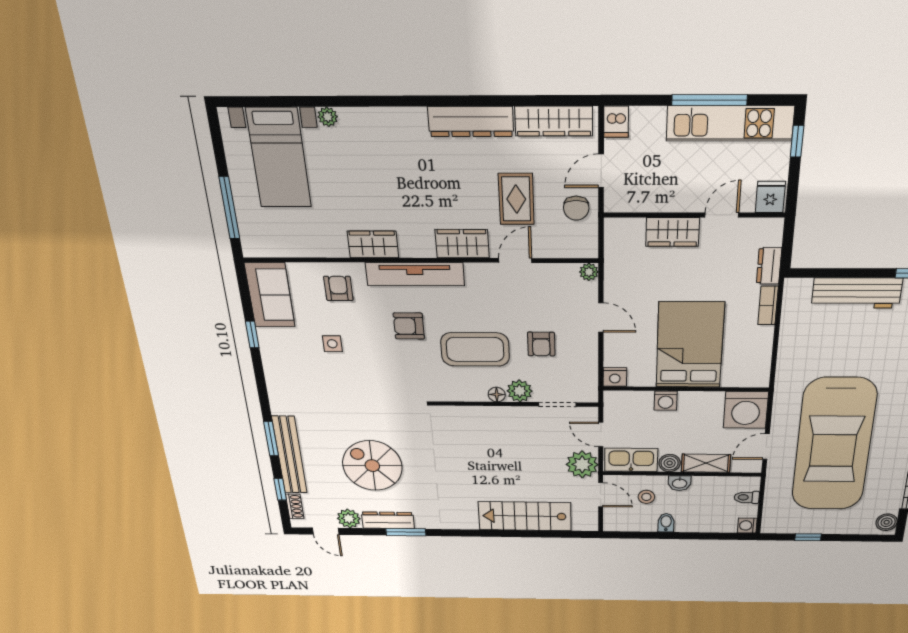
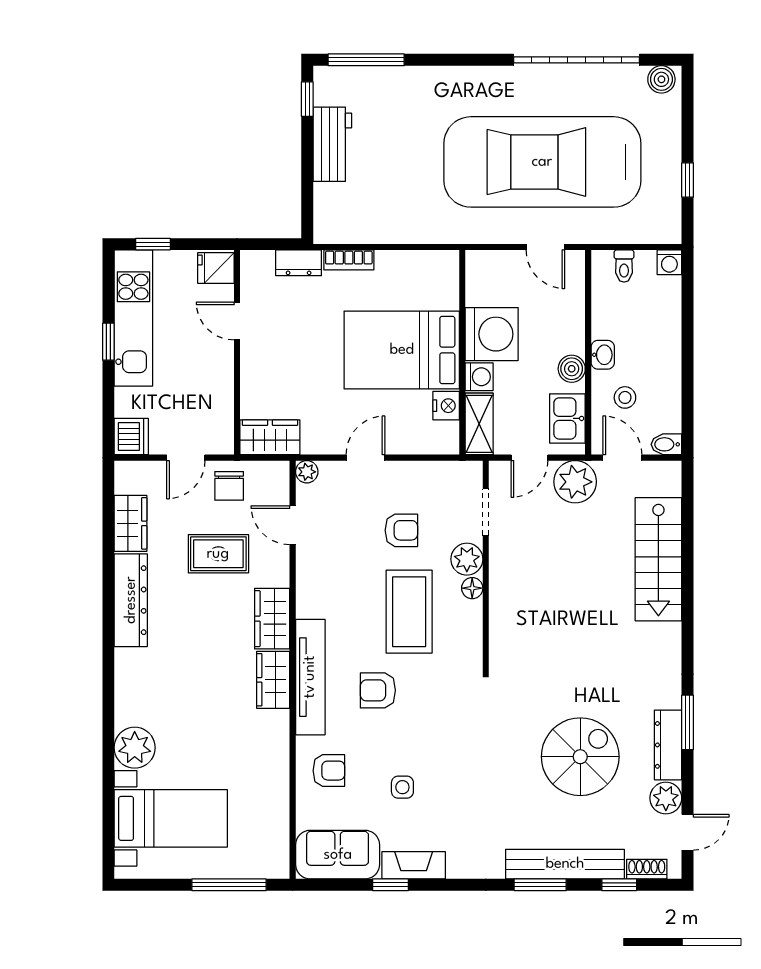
window: (709, 100) -> (108, 342), width x0.46
plant: (328, 117) -> (135, 748), width x1.88, depth x1.88
wardrobe: (554, 121) -> (130, 523), width x0.67
dishwasher: (616, 122) -> (131, 436), width x1.38
door: (601, 171) -> (186, 458), hinge flipped
chair: (576, 208) -> (229, 486), turned 90
wardrobe: (673, 232) -> (270, 437), moved, turned -90
wardrobe: (373, 244) -> (273, 680), moved
door: (515, 260) -> (293, 525), moved
armchair: (338, 288) -> (329, 771), turned 180
workbench: (857, 293) -> (332, 144), width x0.73
armchair: (409, 326) -> (378, 690), turned 90
fireplace: (271, 352) -> (414, 865), added
nightstand: (615, 377) -> (446, 406), moved
washing machine: (746, 410) -> (492, 334), moved
car: (834, 445) -> (542, 162), turned 180
kitchen sink: (631, 460) -> (567, 418), width x0.73
shelving: (706, 463) -> (479, 424), moved
spiral stairs: (372, 466) -> (580, 757), turned 180
door: (601, 495) -> (622, 458), hinge flipped
bidet: (666, 523) -> (666, 444), moved

